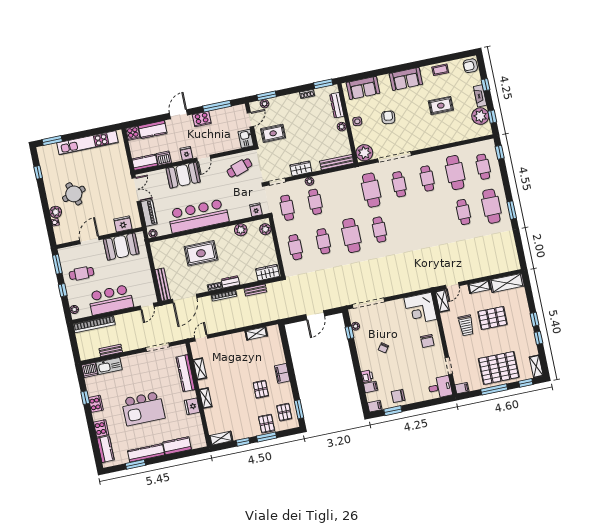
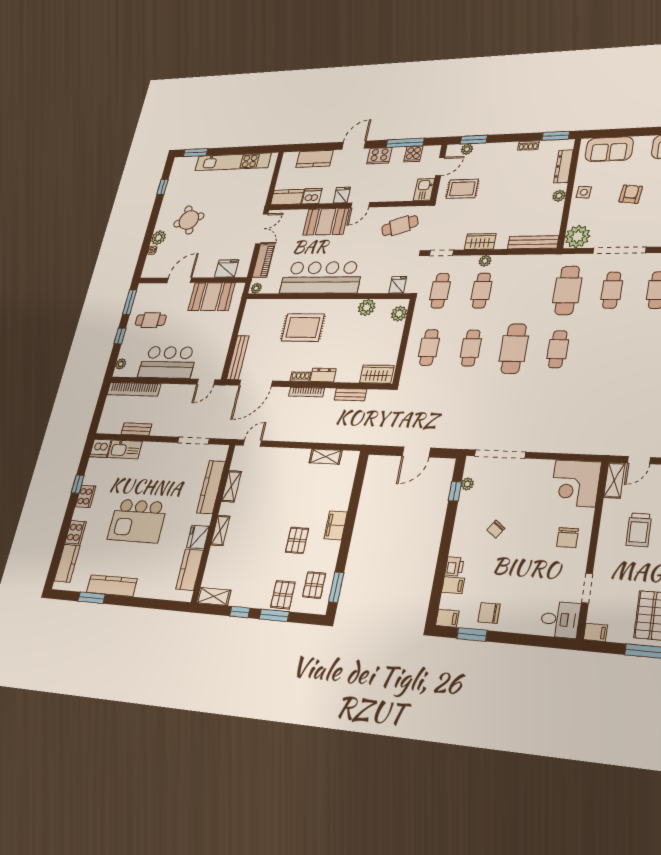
cooker: (133, 133) -> (413, 154), moved
kitchen counter: (177, 446) -> (190, 570), moved, turned -90

